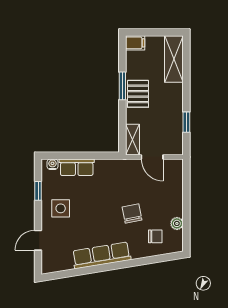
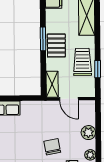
trolley: (169, 113) -> (82, 62), added
plant: (175, 197) -> (88, 133), added

